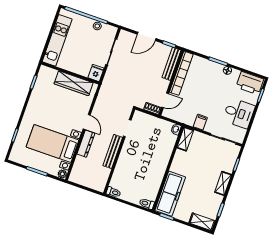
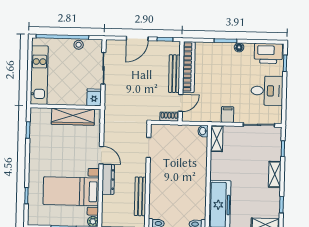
bench: (172, 64) -> (174, 74), moved
bench: (113, 151) -> (140, 196), moved

